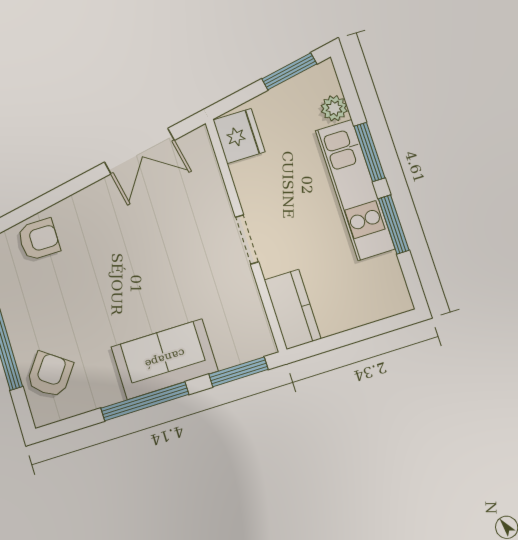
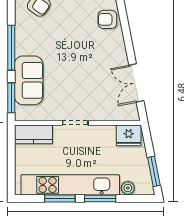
kitchen unit: (355, 190) -> (70, 185), width x1.36
armchair: (39, 239) -> (107, 19), turned 90
sofa: (165, 359) -> (29, 80), moved

